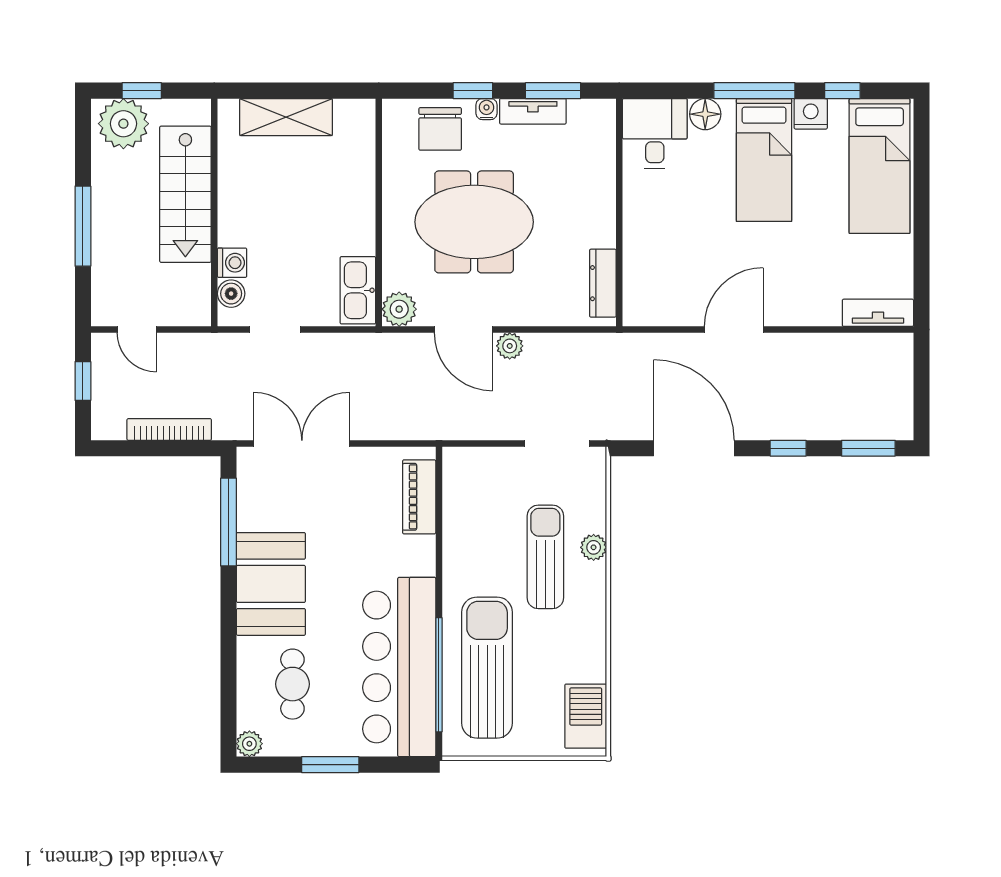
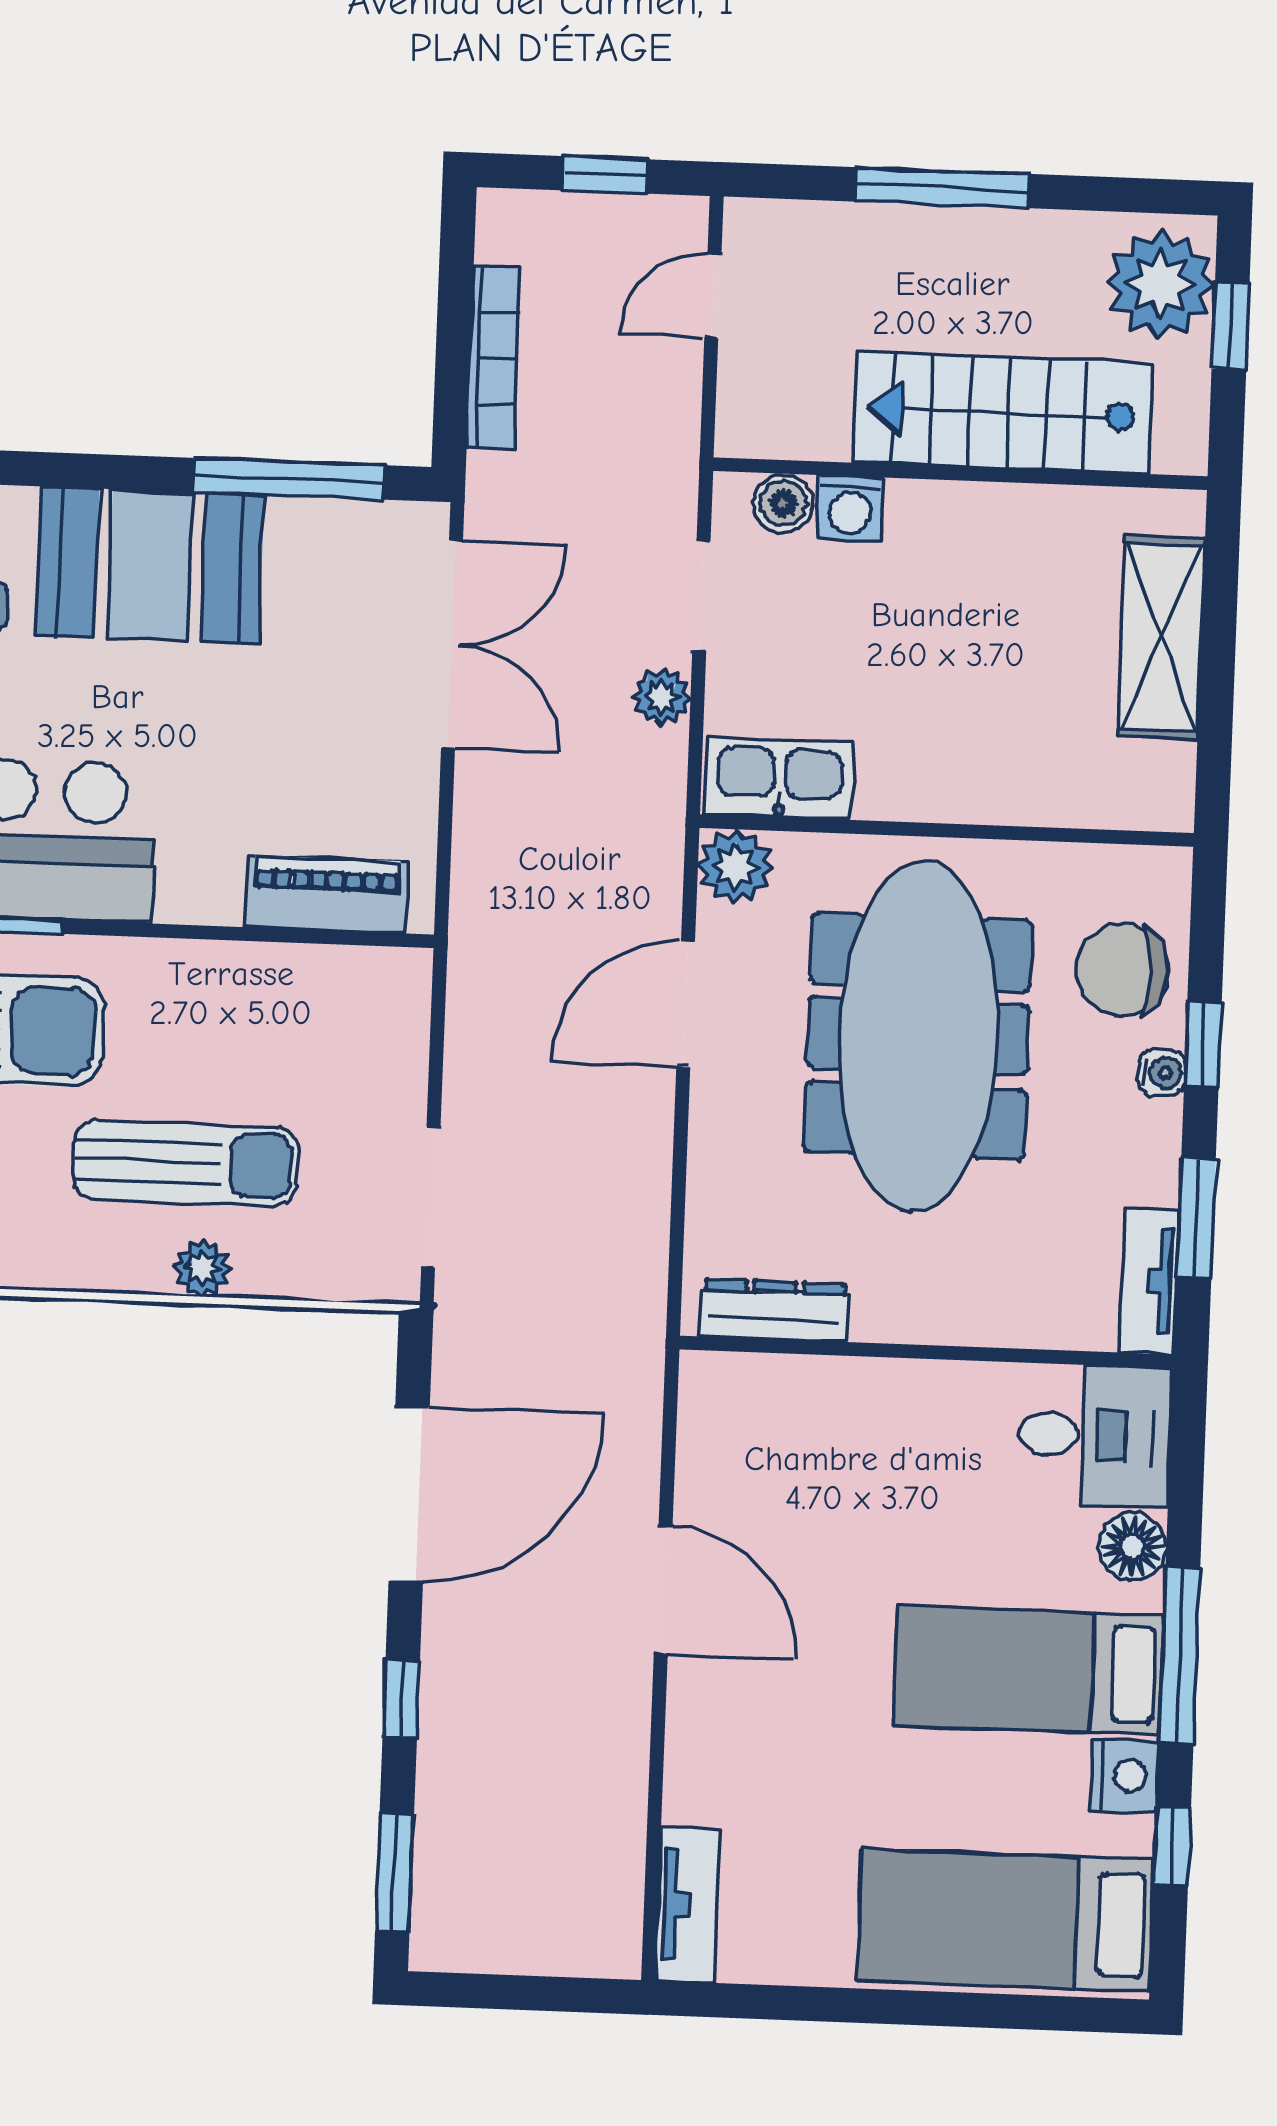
tv unit: (533, 111) -> (1149, 1281), moved
meeting table: (474, 222) -> (918, 1036), width x1.36
plant: (510, 346) -> (662, 697), moved

